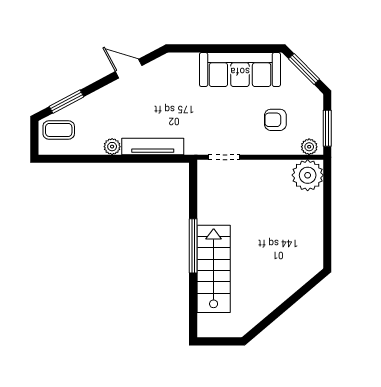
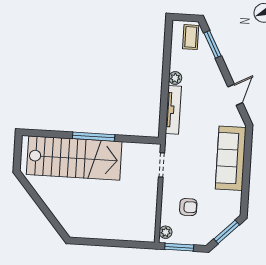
sofa: (240, 70) -> (231, 158), moved
armchair: (275, 120) -> (188, 207), turned 90
plant: (308, 175) -> (143, 230), removed
stairs: (214, 269) -> (74, 158), width x1.36, depth x1.51

